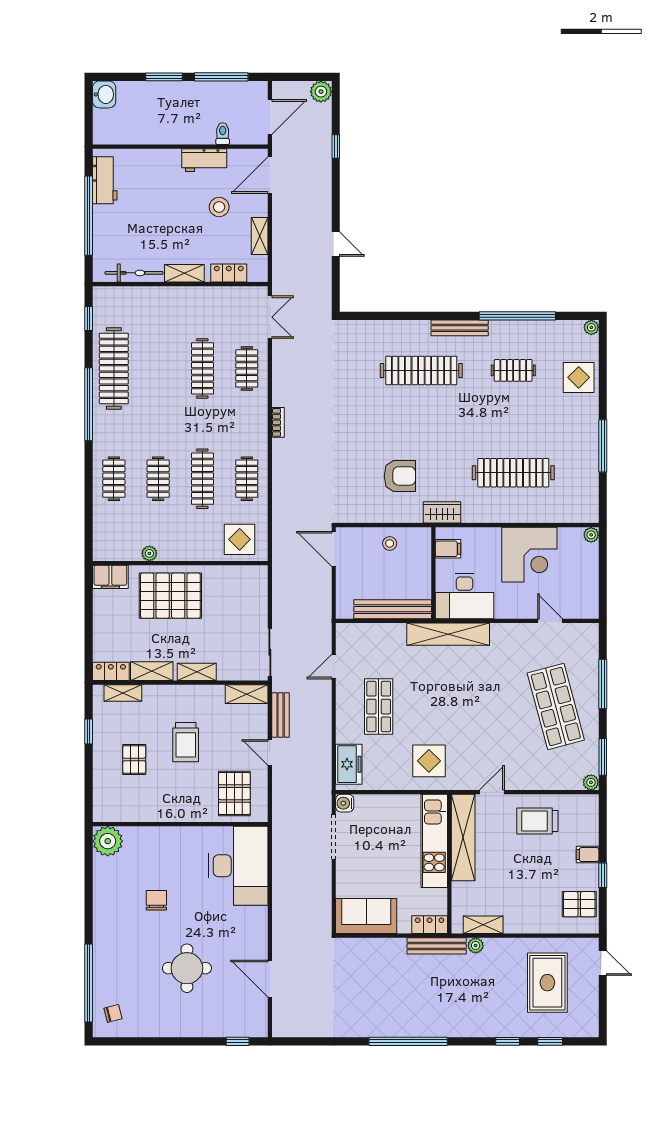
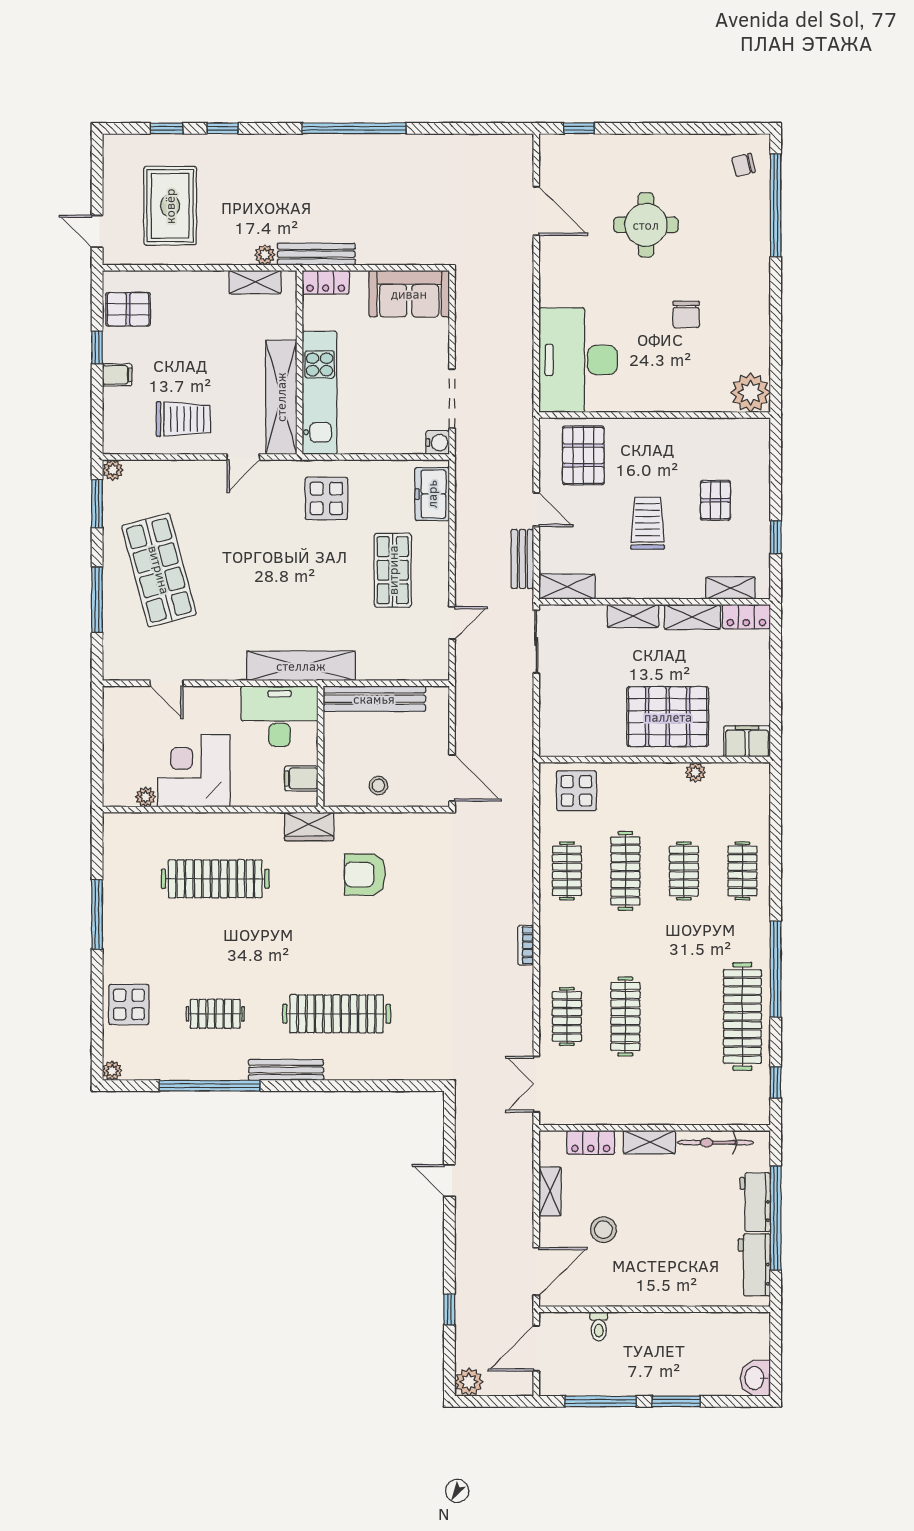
workbench: (204, 160) -> (755, 1202), moved, turned -90
plant: (591, 535) -> (146, 797), moved

